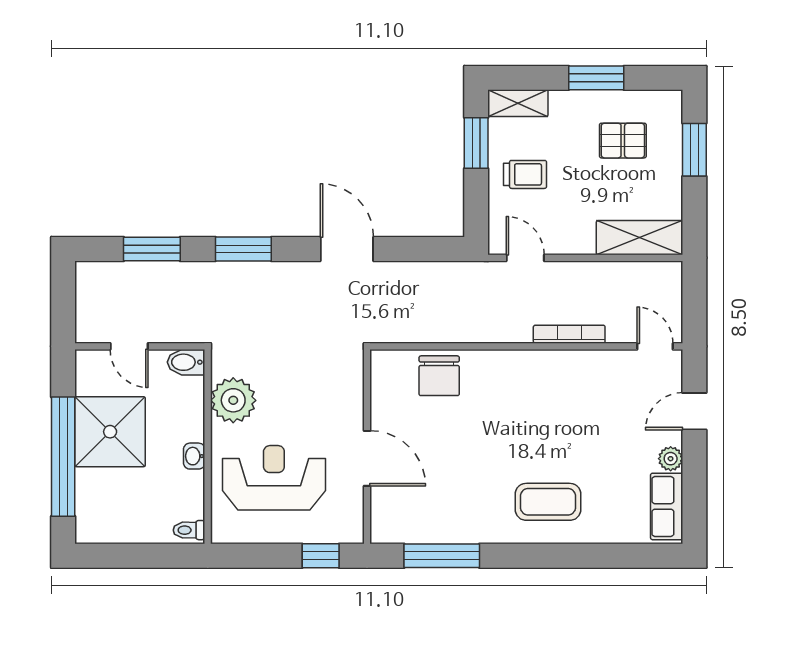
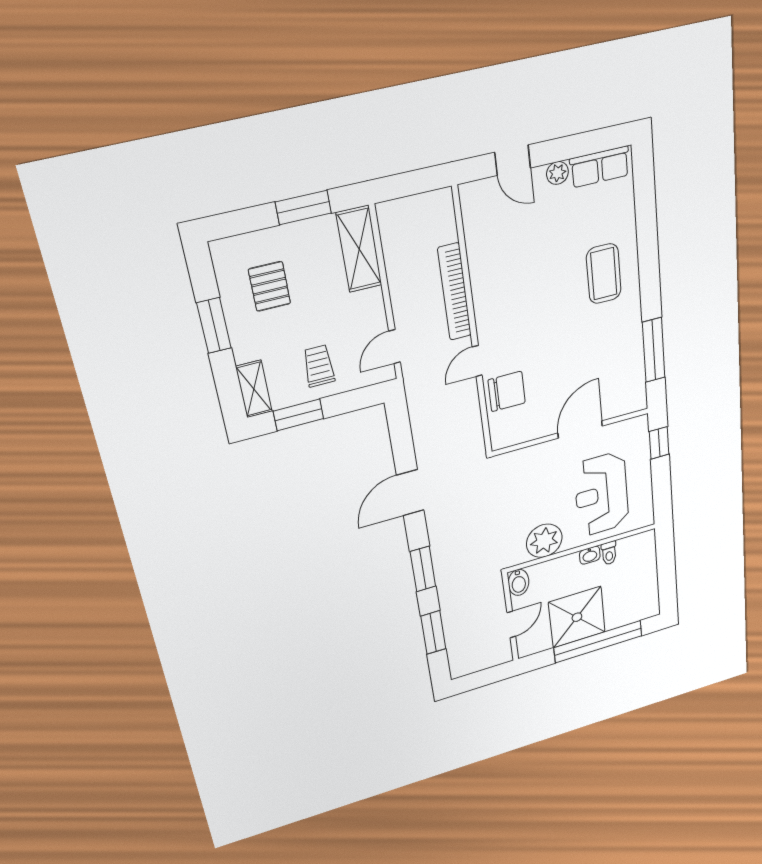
window: (694, 150) -> (303, 208), moved
bookcase: (569, 334) -> (455, 292), width x1.48, depth x1.31
door: (655, 346) -> (477, 361), moved
toilet: (189, 530) -> (609, 553), moved

